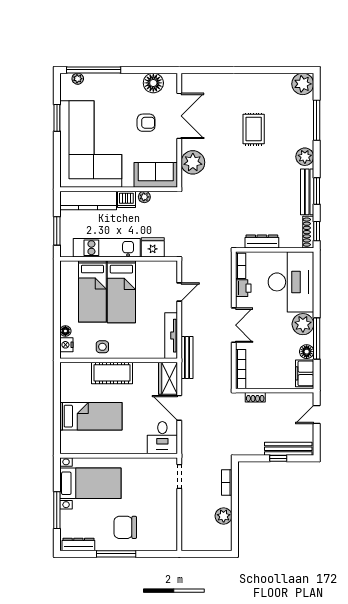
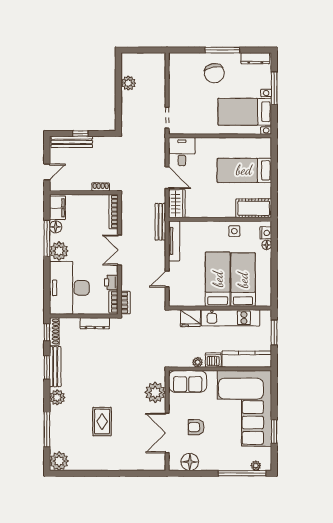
cot: (112, 373) -> (254, 208), moved
bookcase: (227, 482) -> (126, 303), moved
chair: (125, 527) -> (214, 73), turned 80

